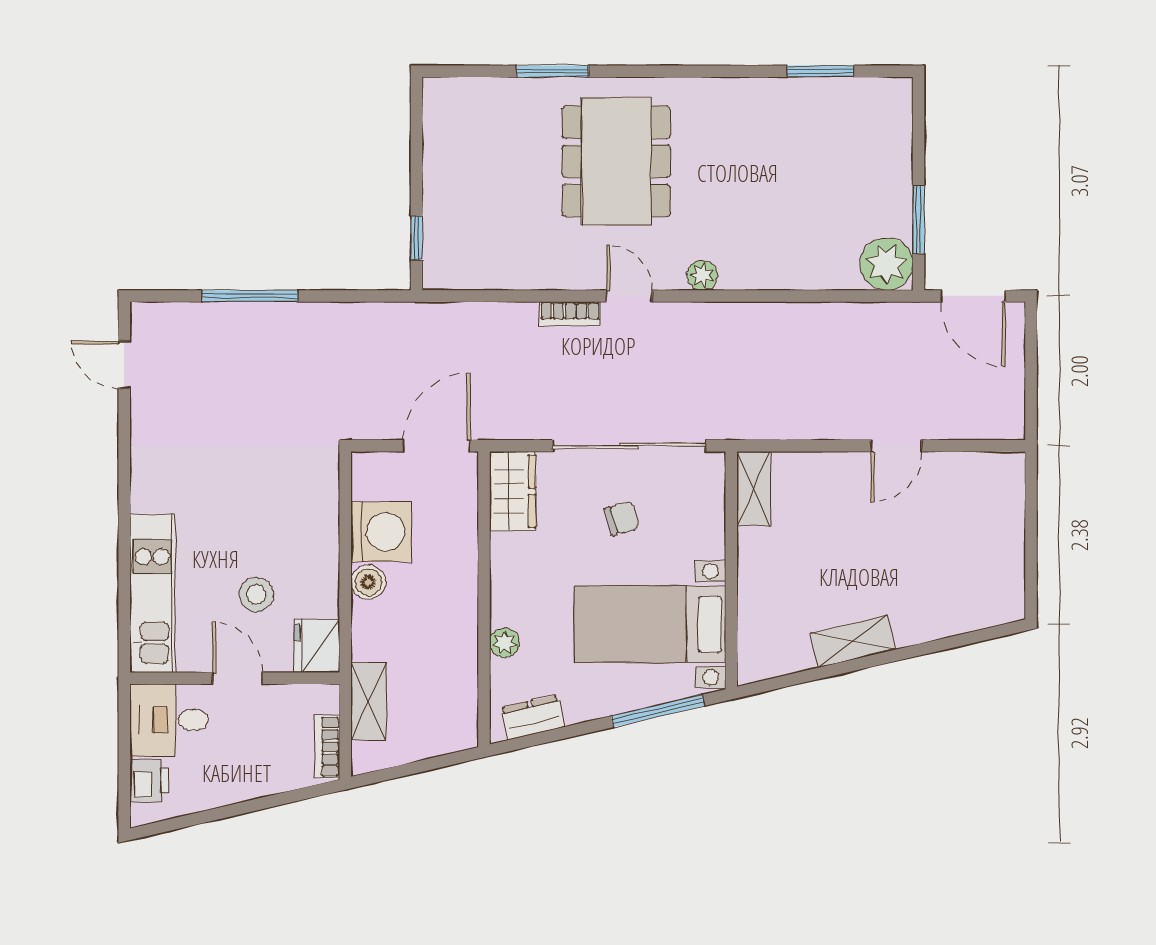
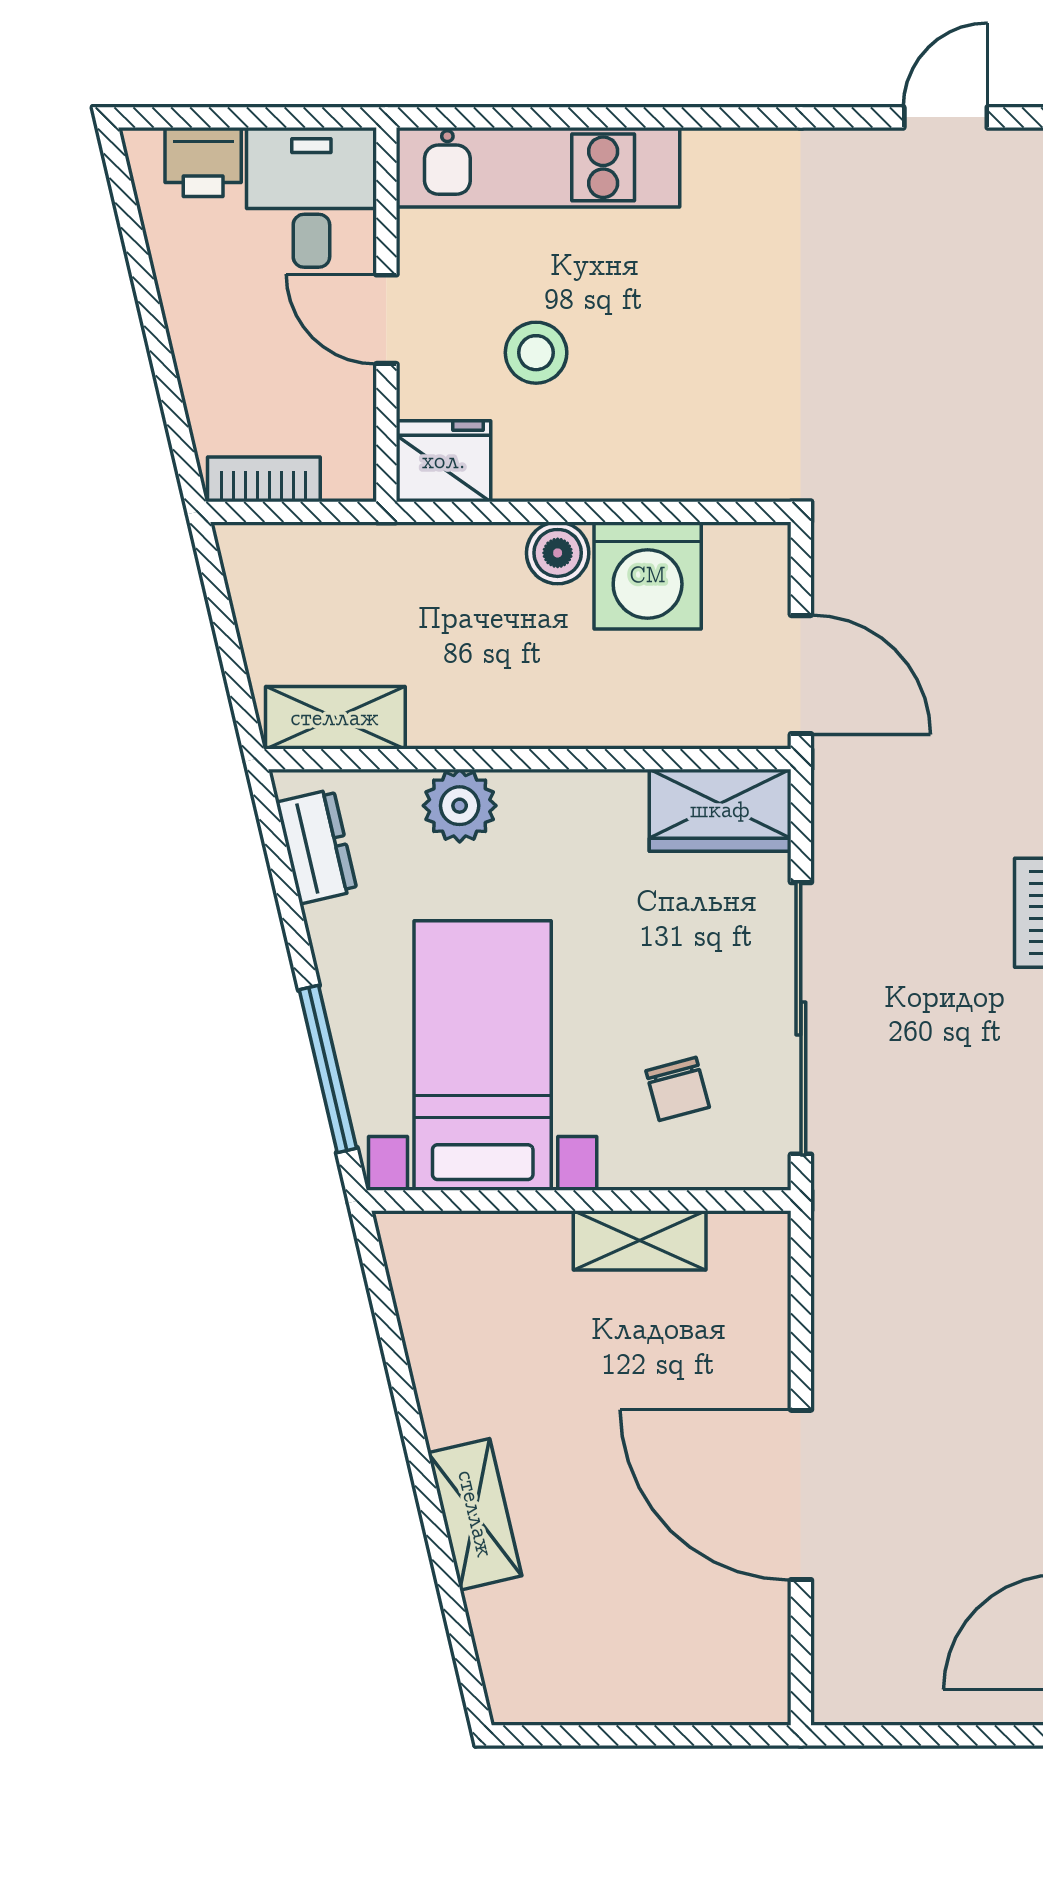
door: (896, 446) -> (801, 1495), width x1.88
shelving: (754, 489) -> (640, 1240), moved
chair: (622, 518) -> (678, 1089), moved
shelving: (853, 641) -> (475, 1514), moved
plant: (504, 643) -> (460, 806), width x1.38, depth x1.38
door: (237, 678) -> (386, 319), swing flipped
shelving: (368, 701) -> (335, 718), moved

